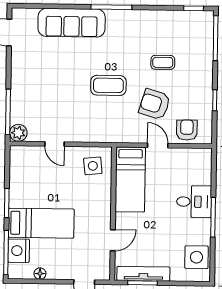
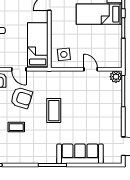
coffee table: (108, 85) -> (54, 111), turned 90

